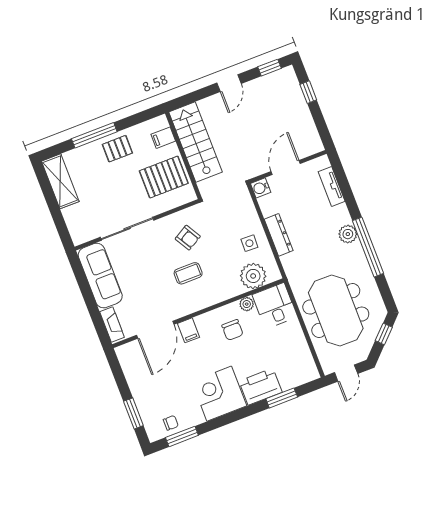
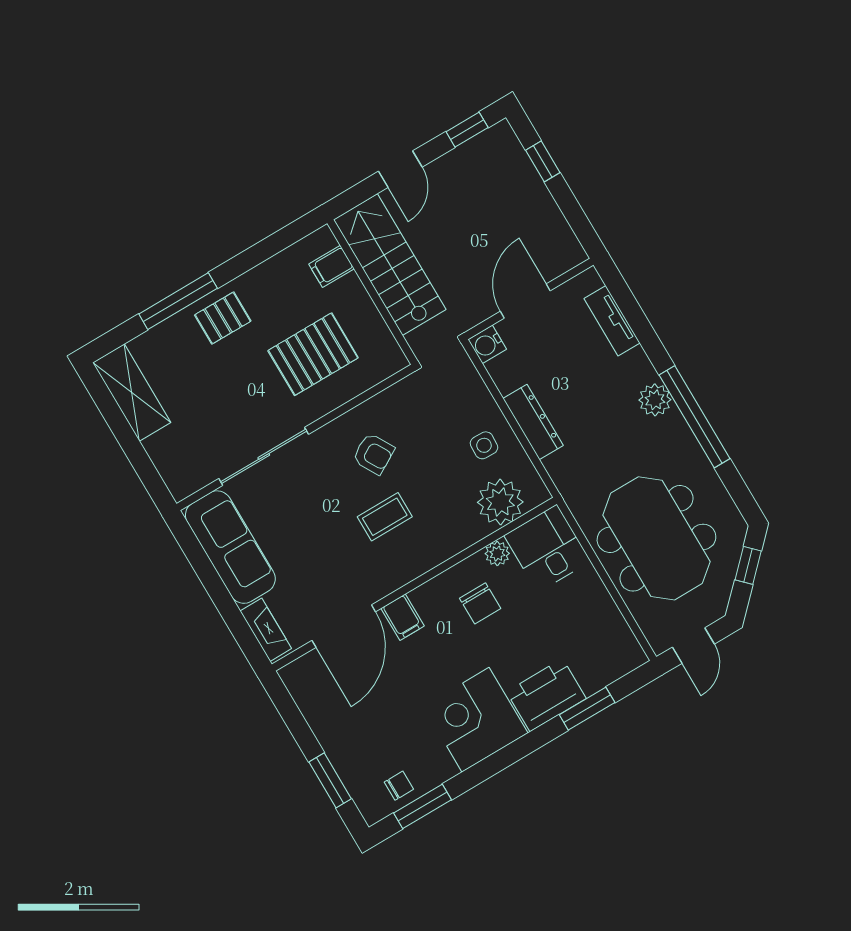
filing cabinet: (163, 138) -> (331, 266), moved
stairs: (196, 142) -> (390, 264), moved
wall: (183, 156) -> (372, 292), moved

